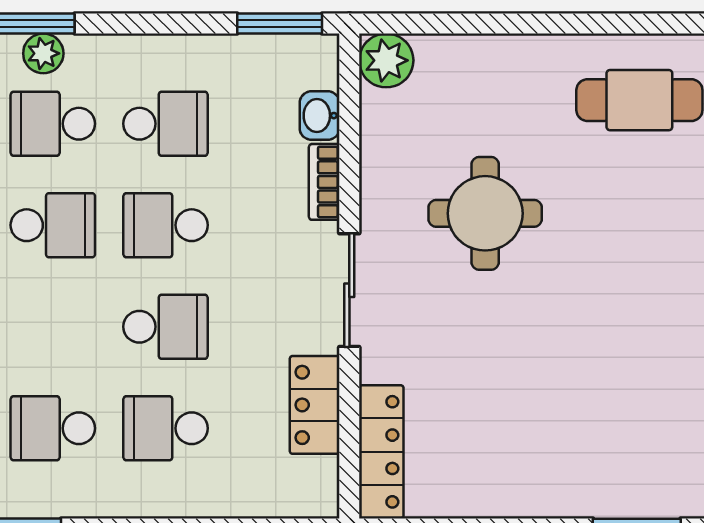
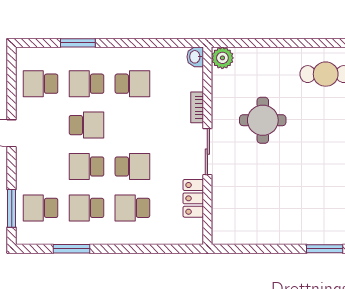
window: (280, 23) -> (179, 43), removed
plant: (43, 53) -> (83, 55), removed
washbasin: (320, 116) -> (195, 57), moved
school desk: (166, 225) -> (86, 166), moved
locker: (381, 452) -> (220, 217), removed

